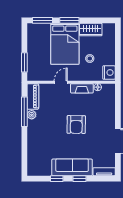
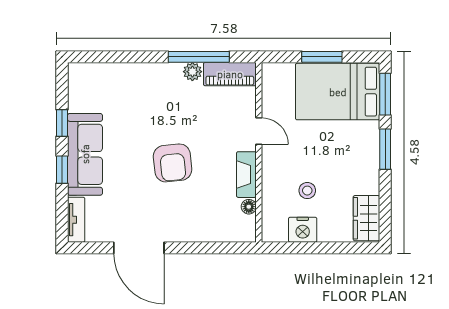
wardrobe: (91, 30) -> (366, 218), moved
bed: (65, 44) -> (338, 92), moved
window: (24, 62) -> (322, 57), moved
nightstand: (109, 73) -> (303, 230), moved
armchair: (76, 125) -> (173, 163), turned -97

